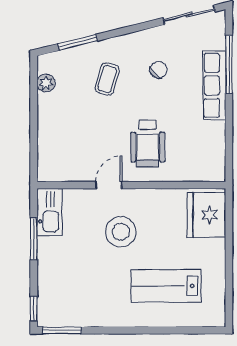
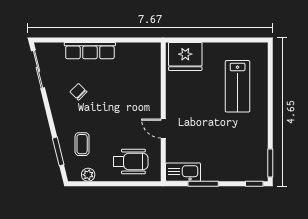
window: (229, 64) -> (74, 40), removed
coffee table: (107, 79) -> (82, 144), moved, turned 74
wheelchair: (148, 143) -> (131, 162), moved
stool: (121, 232) -> (198, 120), removed

